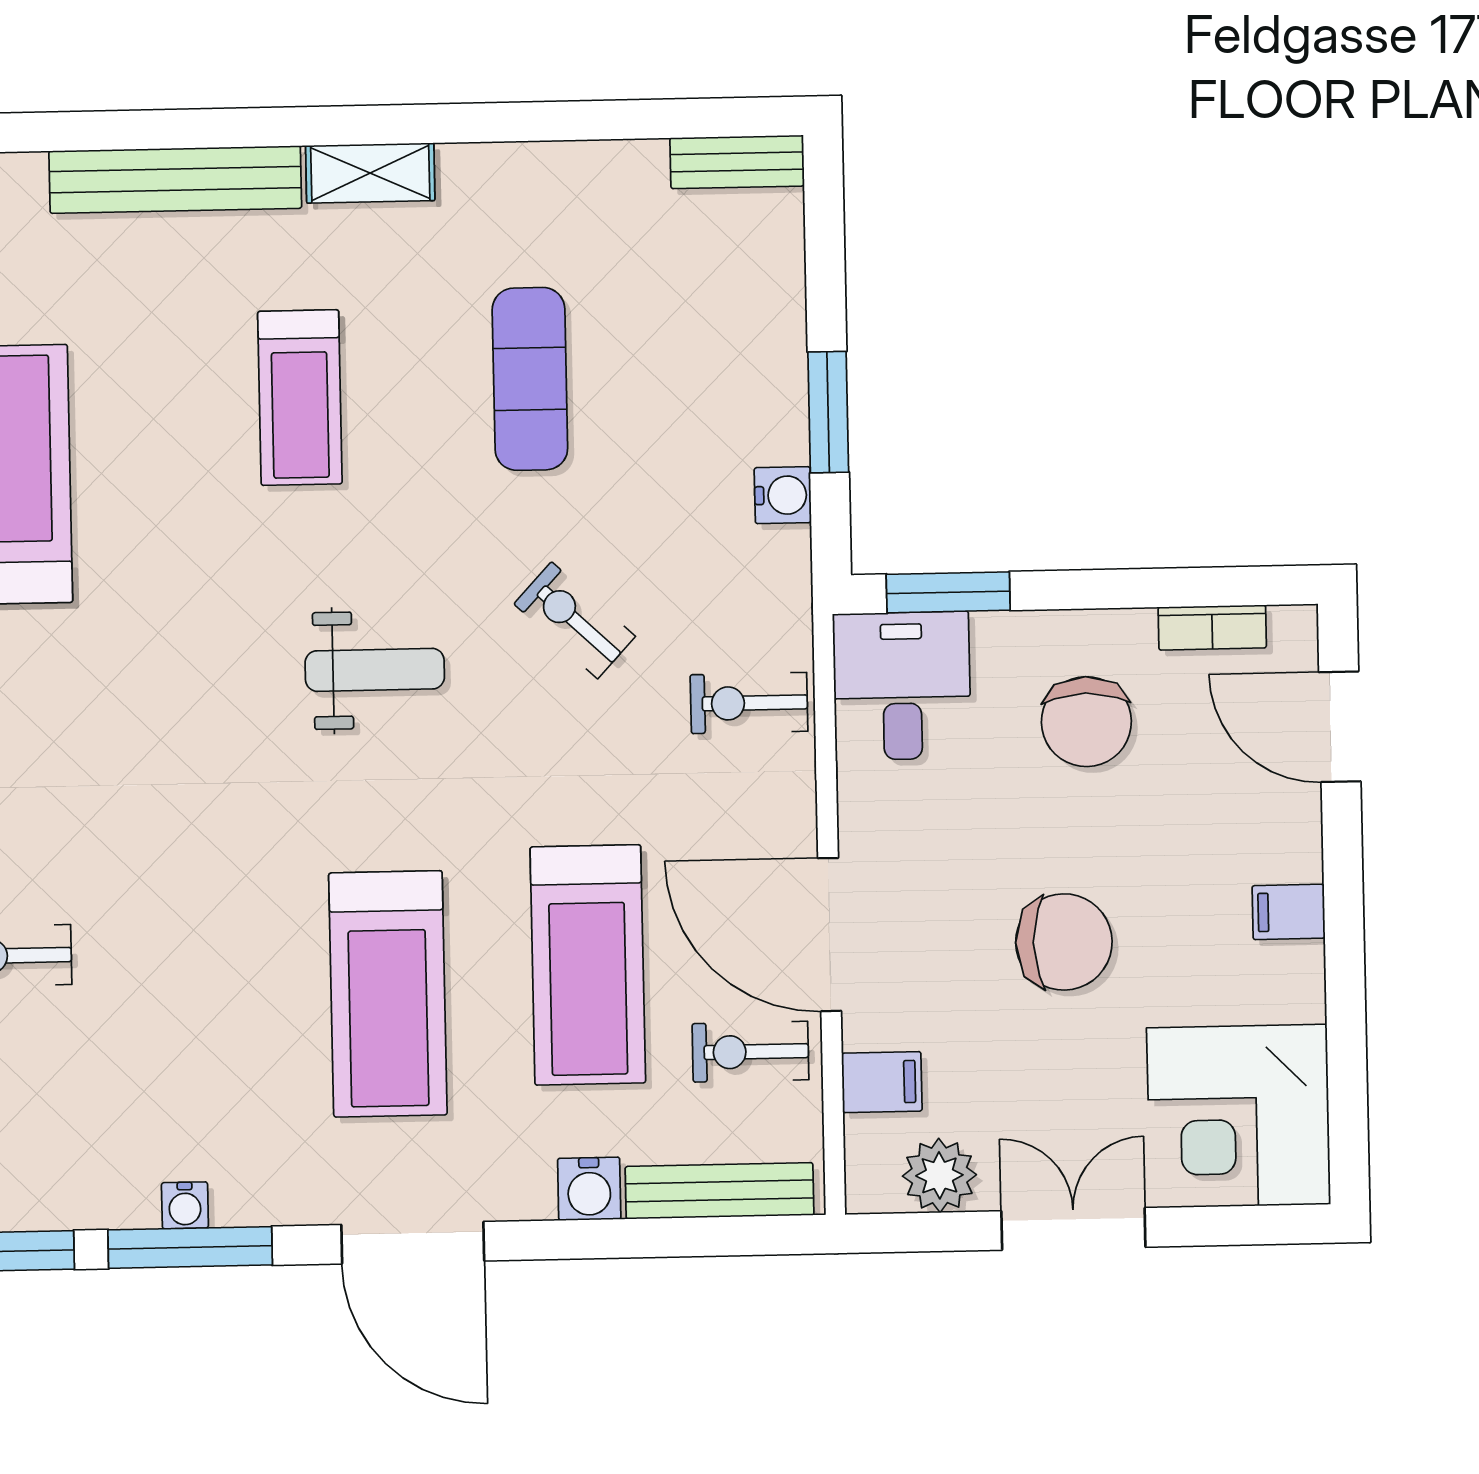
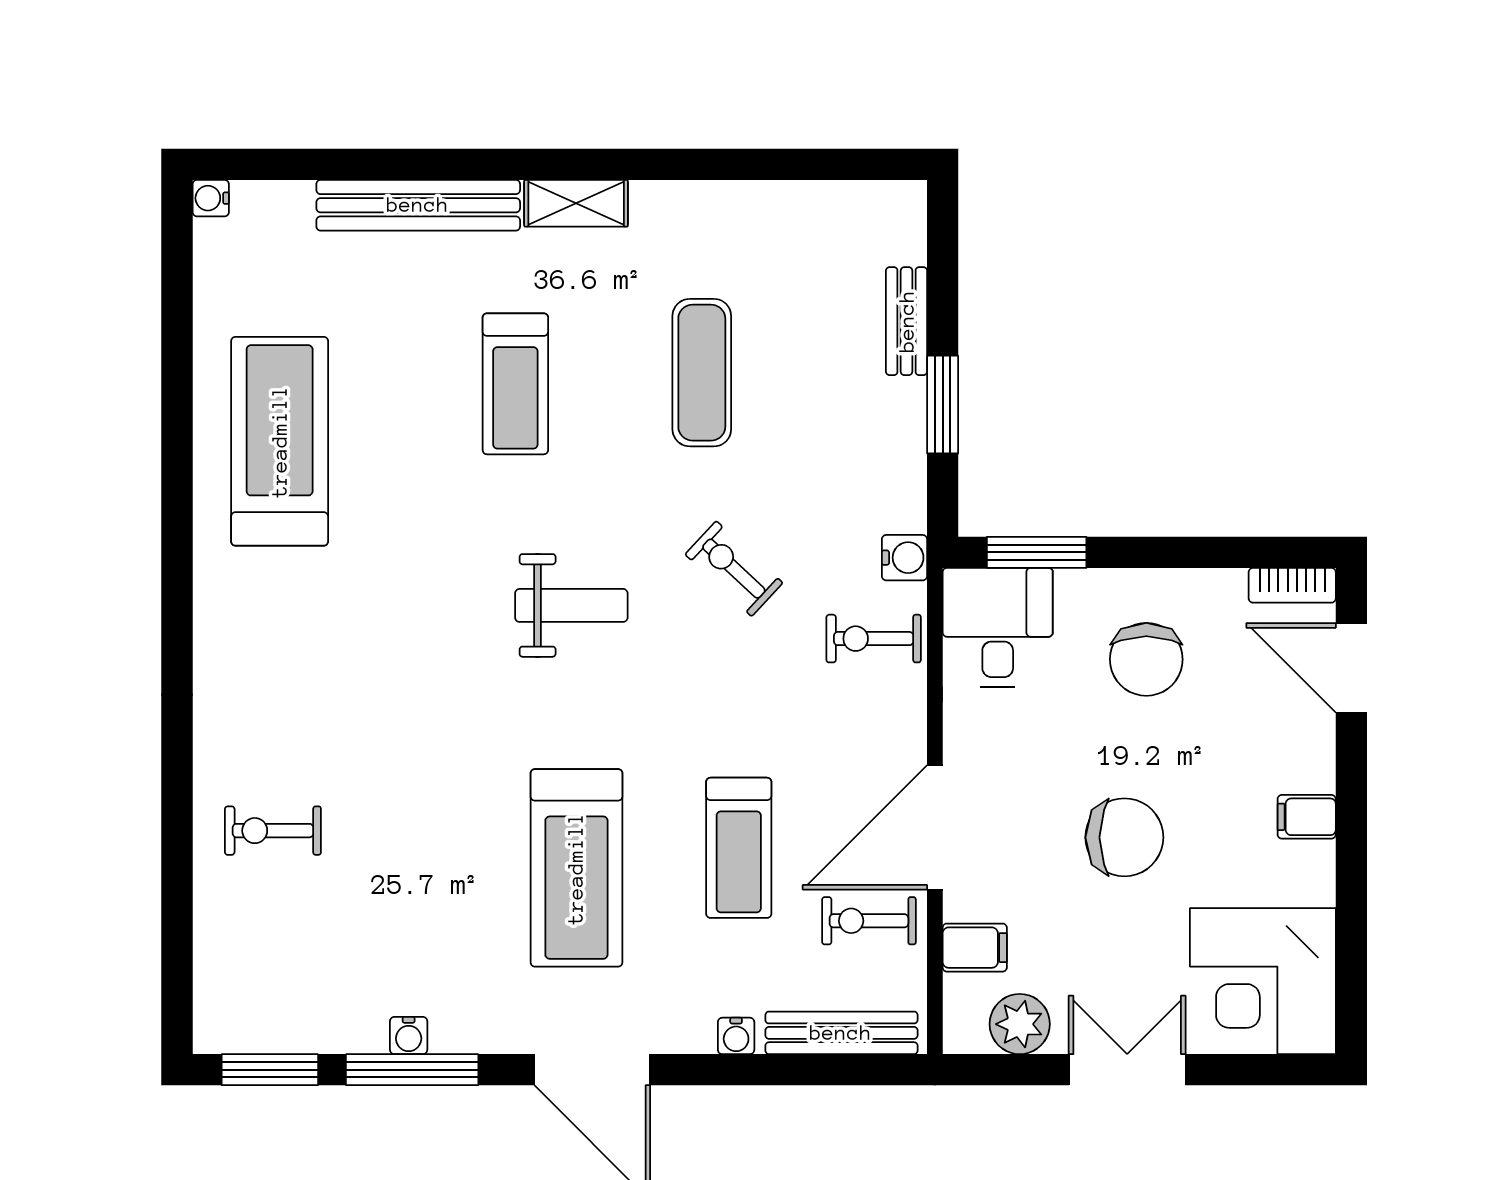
bench: (737, 162) -> (907, 321), moved, turned 90
water cooler: (783, 495) -> (904, 558), moved
bookcase: (1212, 627) -> (1292, 585), moved
door: (830, 935) -> (935, 827), hinge flipped
treadmill: (588, 965) -> (739, 848), width x0.73, depth x0.73
water cooler: (589, 1189) -> (736, 1036), width x0.72, depth x0.72

